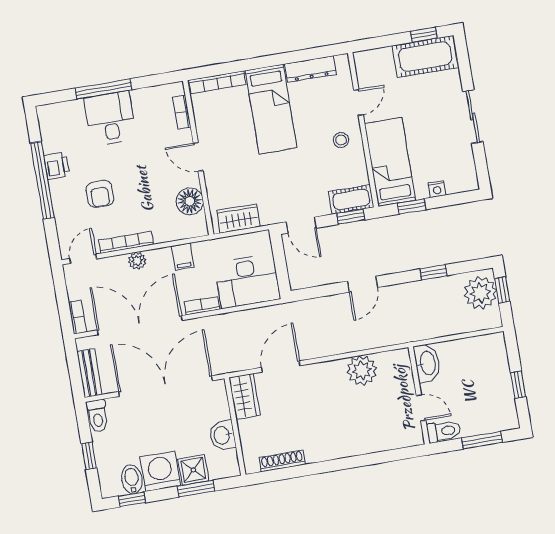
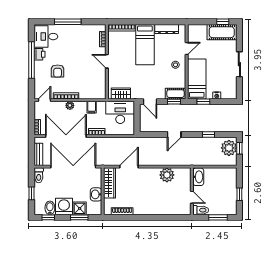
desk: (110, 118) -> (46, 37), moved, turned -90
floor lamp: (190, 201) -> (99, 82), removed
desk: (247, 281) -> (120, 112), moved, turned 180
wardrobe: (245, 396) -> (110, 183), width x1.50

